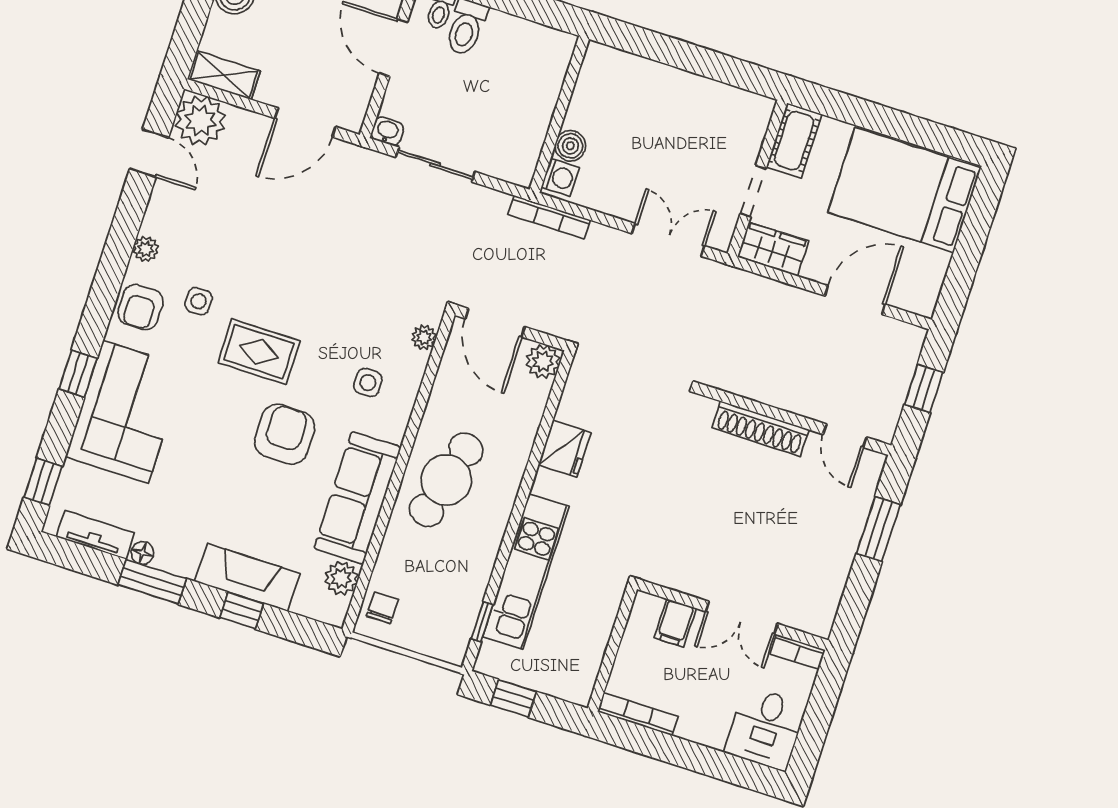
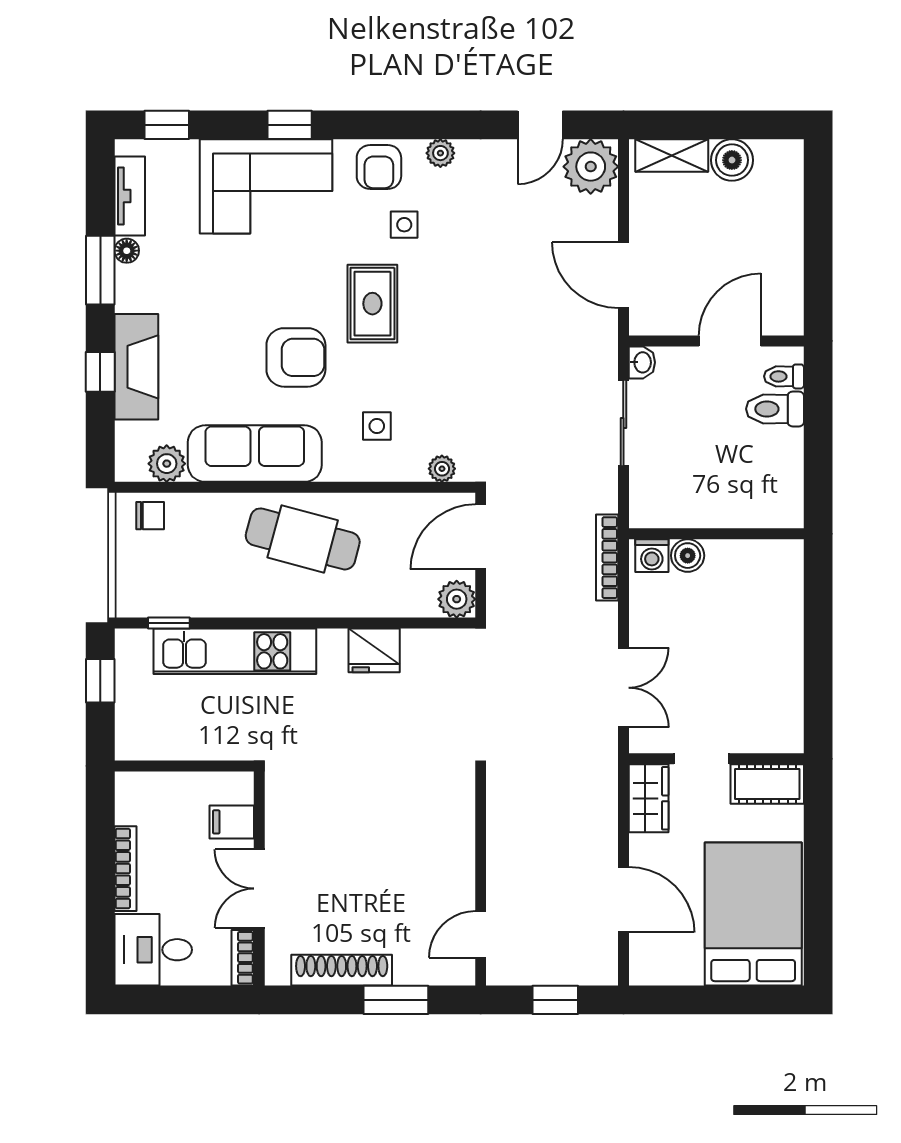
shelving: (224, 75) -> (672, 156), moved, turned 90
armchair: (141, 307) -> (379, 167), turned -90
shoe rack: (761, 429) -> (342, 970), moved, turned 90
bookcase: (638, 714) -> (125, 869), moved

